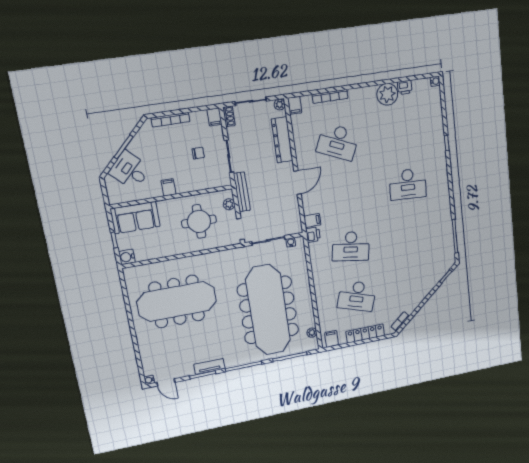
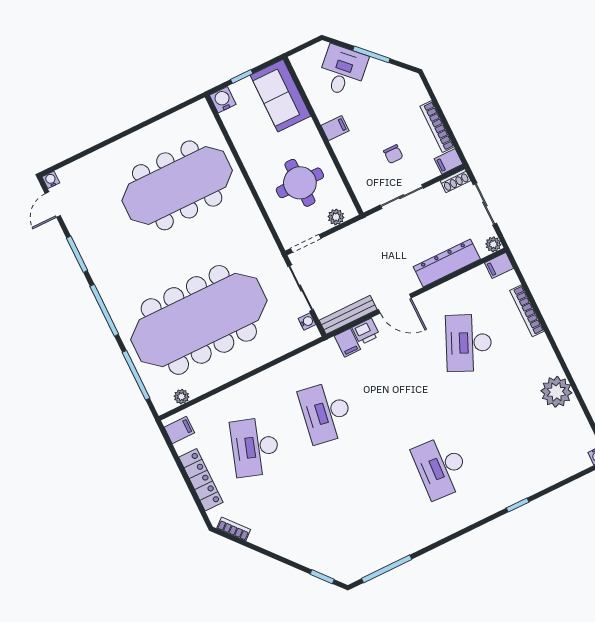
printer: (405, 87) -> (574, 414), removed
bookcase: (170, 120) -> (437, 127), moved
bench: (242, 192) -> (348, 315), moved
printer: (313, 235) -> (366, 332), moved
meeting table: (177, 302) -> (177, 185), turned 90
tv unit: (209, 366) -> (92, 260), removed

